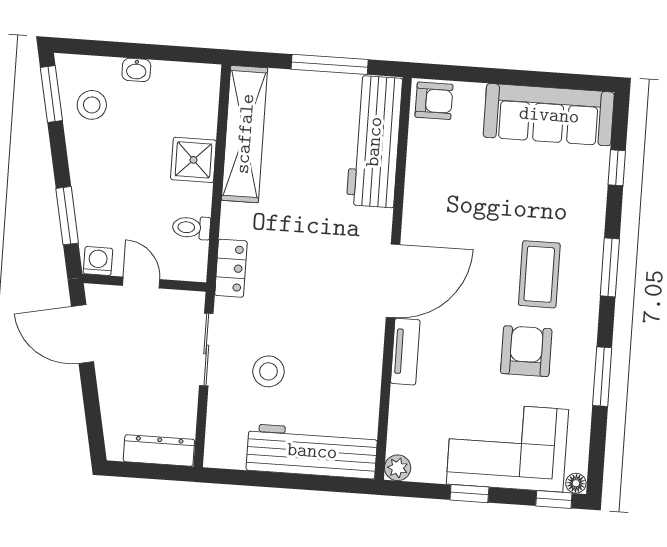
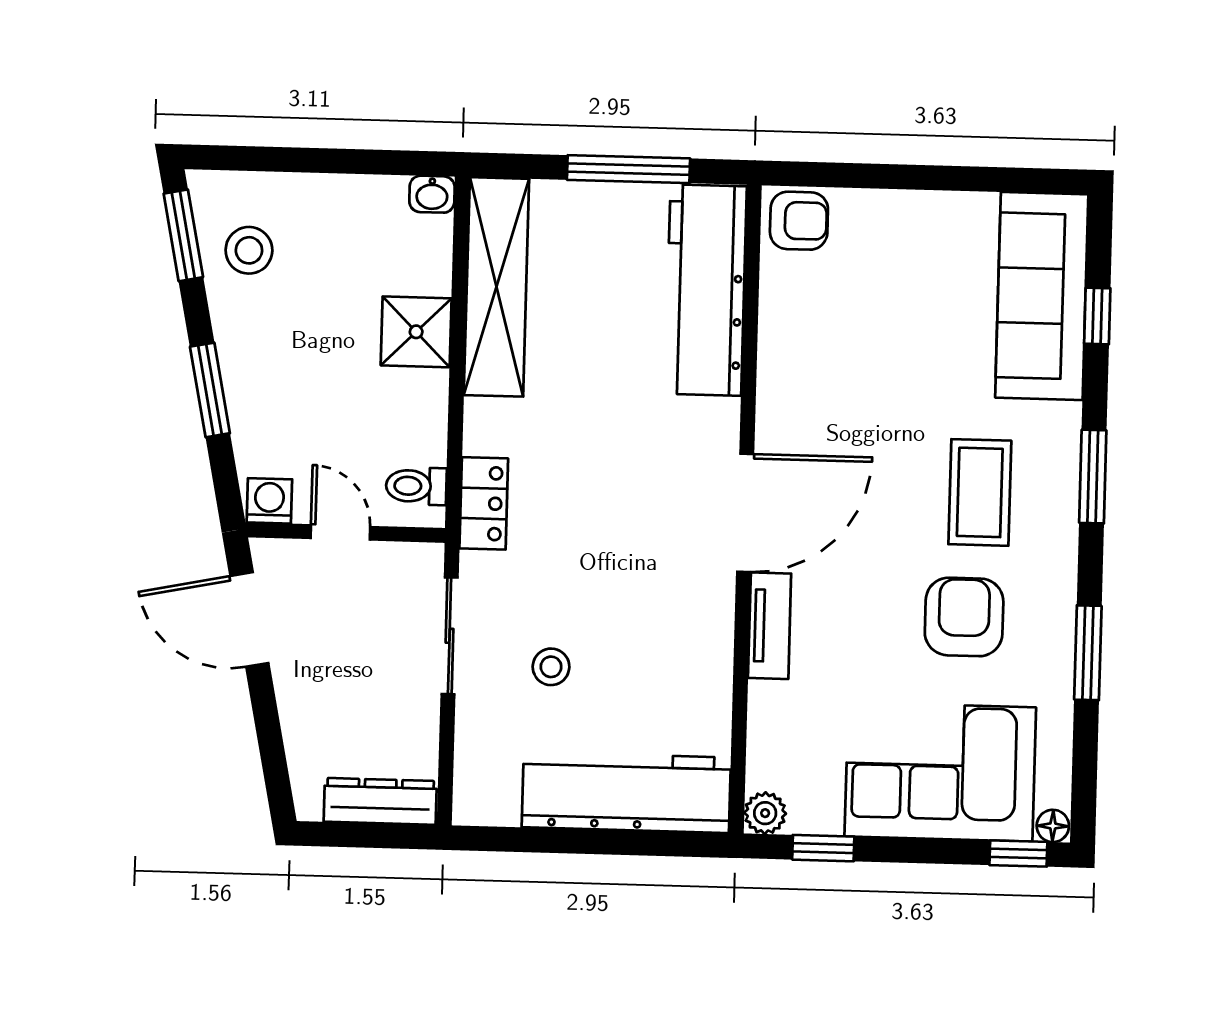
washbasin: (136, 70) -> (432, 194), moved
sofa: (549, 115) -> (1042, 296), moved, turned 90
window: (67, 216) -> (210, 390), moved
toilet: (191, 228) -> (416, 486), moved
stool: (268, 371) -> (551, 667), width x0.73, depth x0.73
window: (469, 494) -> (823, 848), moved

